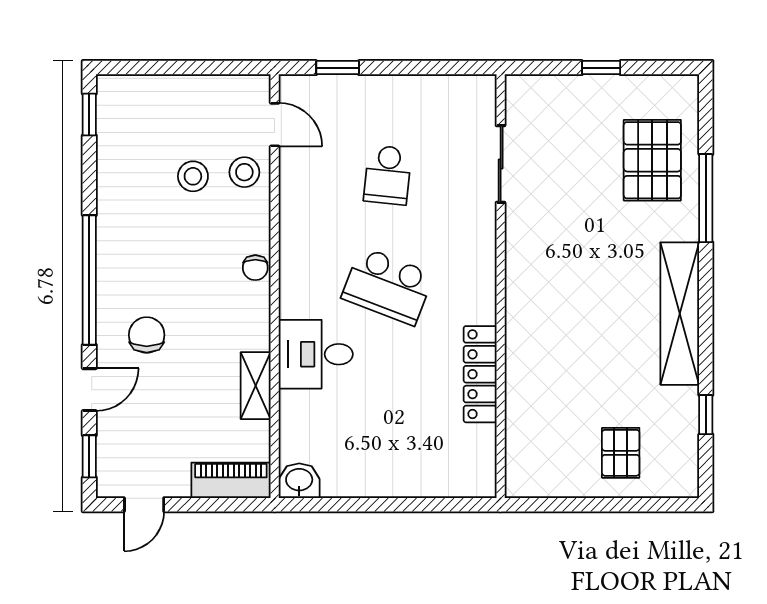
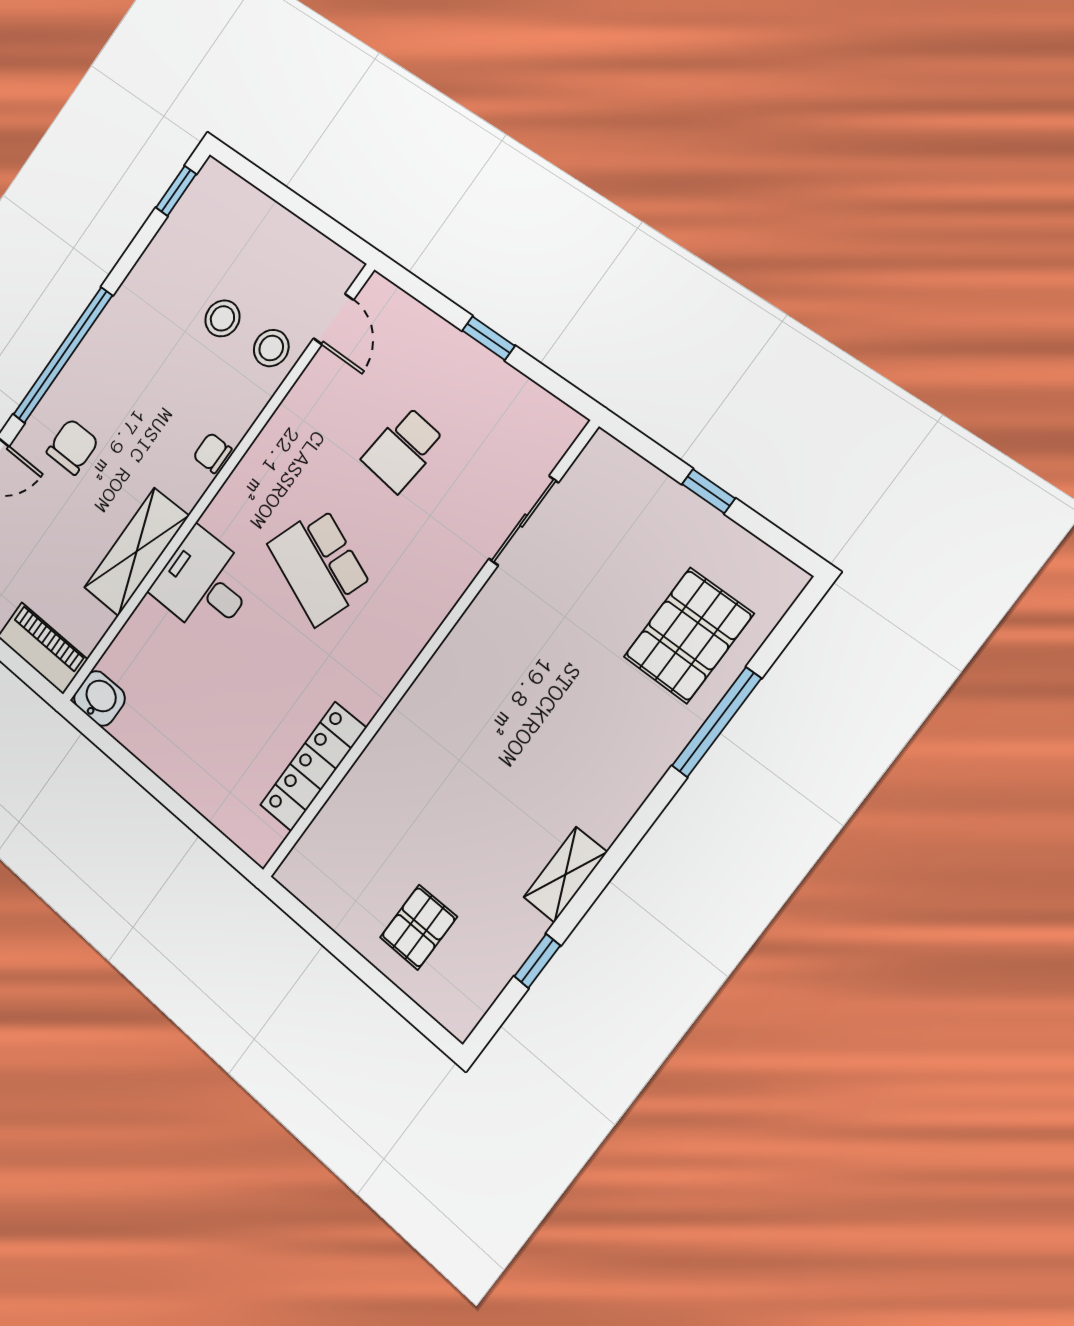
window: (338, 68) -> (489, 338), moved
chair: (255, 268) -> (212, 453), turned 90
shelving: (680, 314) -> (565, 875), width x0.45, depth x0.75
locker: (480, 374) -> (313, 767), moved
shelving: (256, 386) -> (136, 552), width x1.50, depth x1.33

